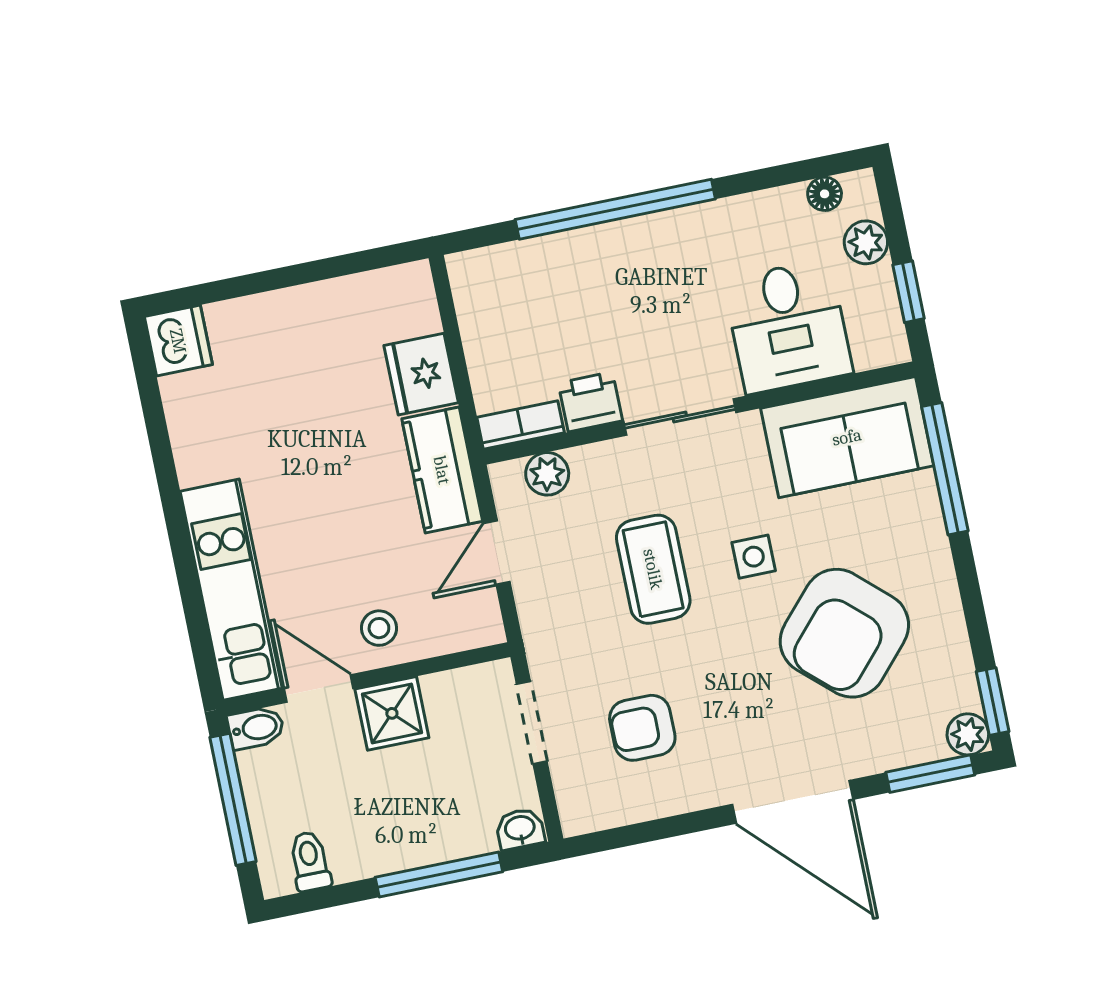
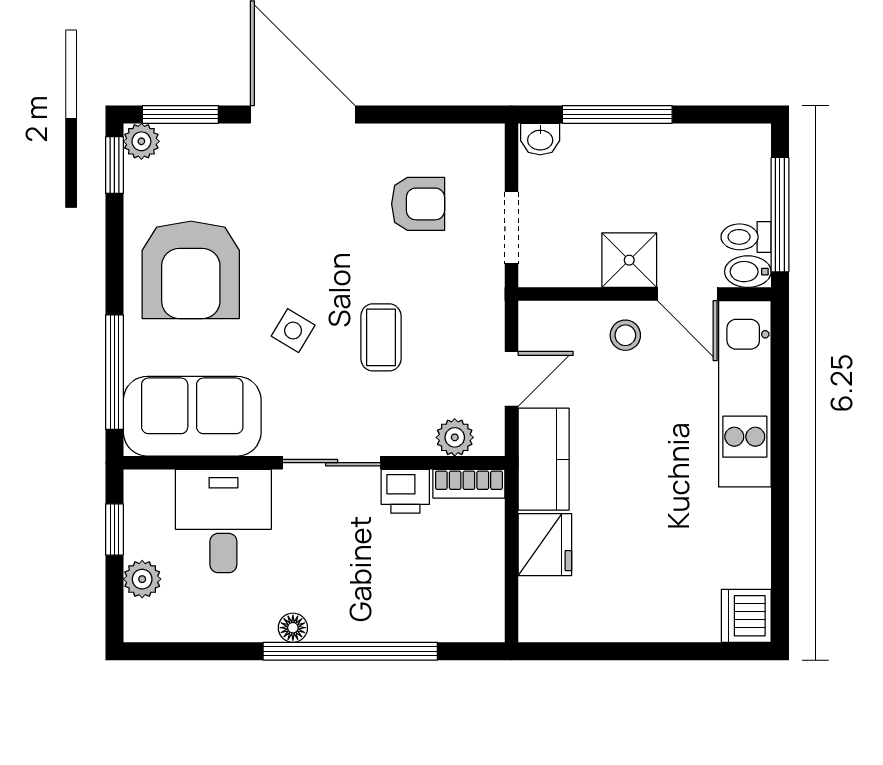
floor lamp: (825, 194) -> (293, 628), moved
side table: (754, 557) -> (293, 331), turned 31
coffee table: (653, 569) -> (381, 337), width x0.73, depth x0.77
armchair: (844, 633) -> (191, 270), moved, turned 138
toilet: (310, 861) -> (746, 237), moved, turned 90

